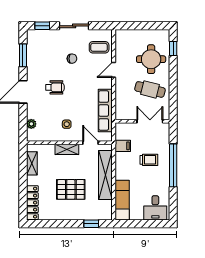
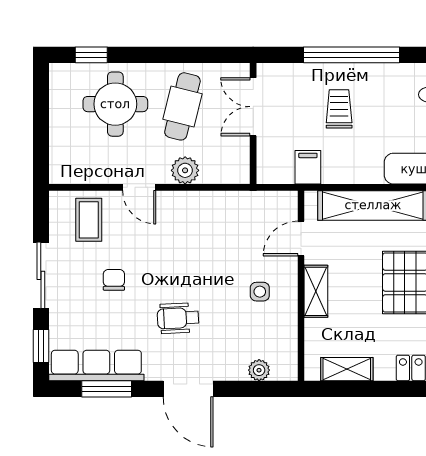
wheelchair: (55, 87) -> (178, 318), turned -93
plant: (121, 91) -> (185, 170), added
row of seats: (105, 111) -> (96, 366), moved, turned 180

